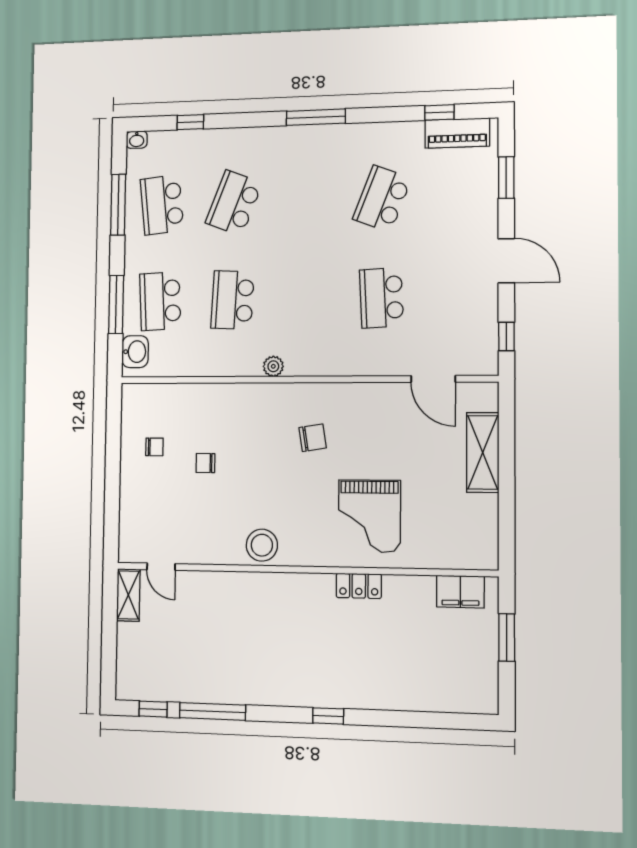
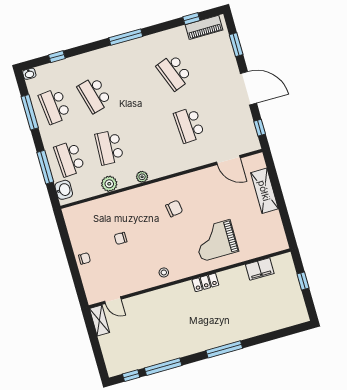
school desk: (382, 199) -> (174, 72), turned -42
school desk: (234, 203) -> (94, 95), turned -36
door: (506, 261) -> (249, 88), width x1.36
plant: (214, 363) -> (109, 184), added
chair: (154, 447) -> (84, 258), moved
grand piano: (369, 516) -> (216, 241), turned 90
stool: (262, 545) -> (164, 272), width x0.53, depth x0.53
locker: (359, 586) -> (205, 282), moved
filing cabinet: (460, 592) -> (260, 269), moved
window: (507, 638) -> (303, 281), width x0.67
window: (328, 716) -> (224, 349), width x2.17

